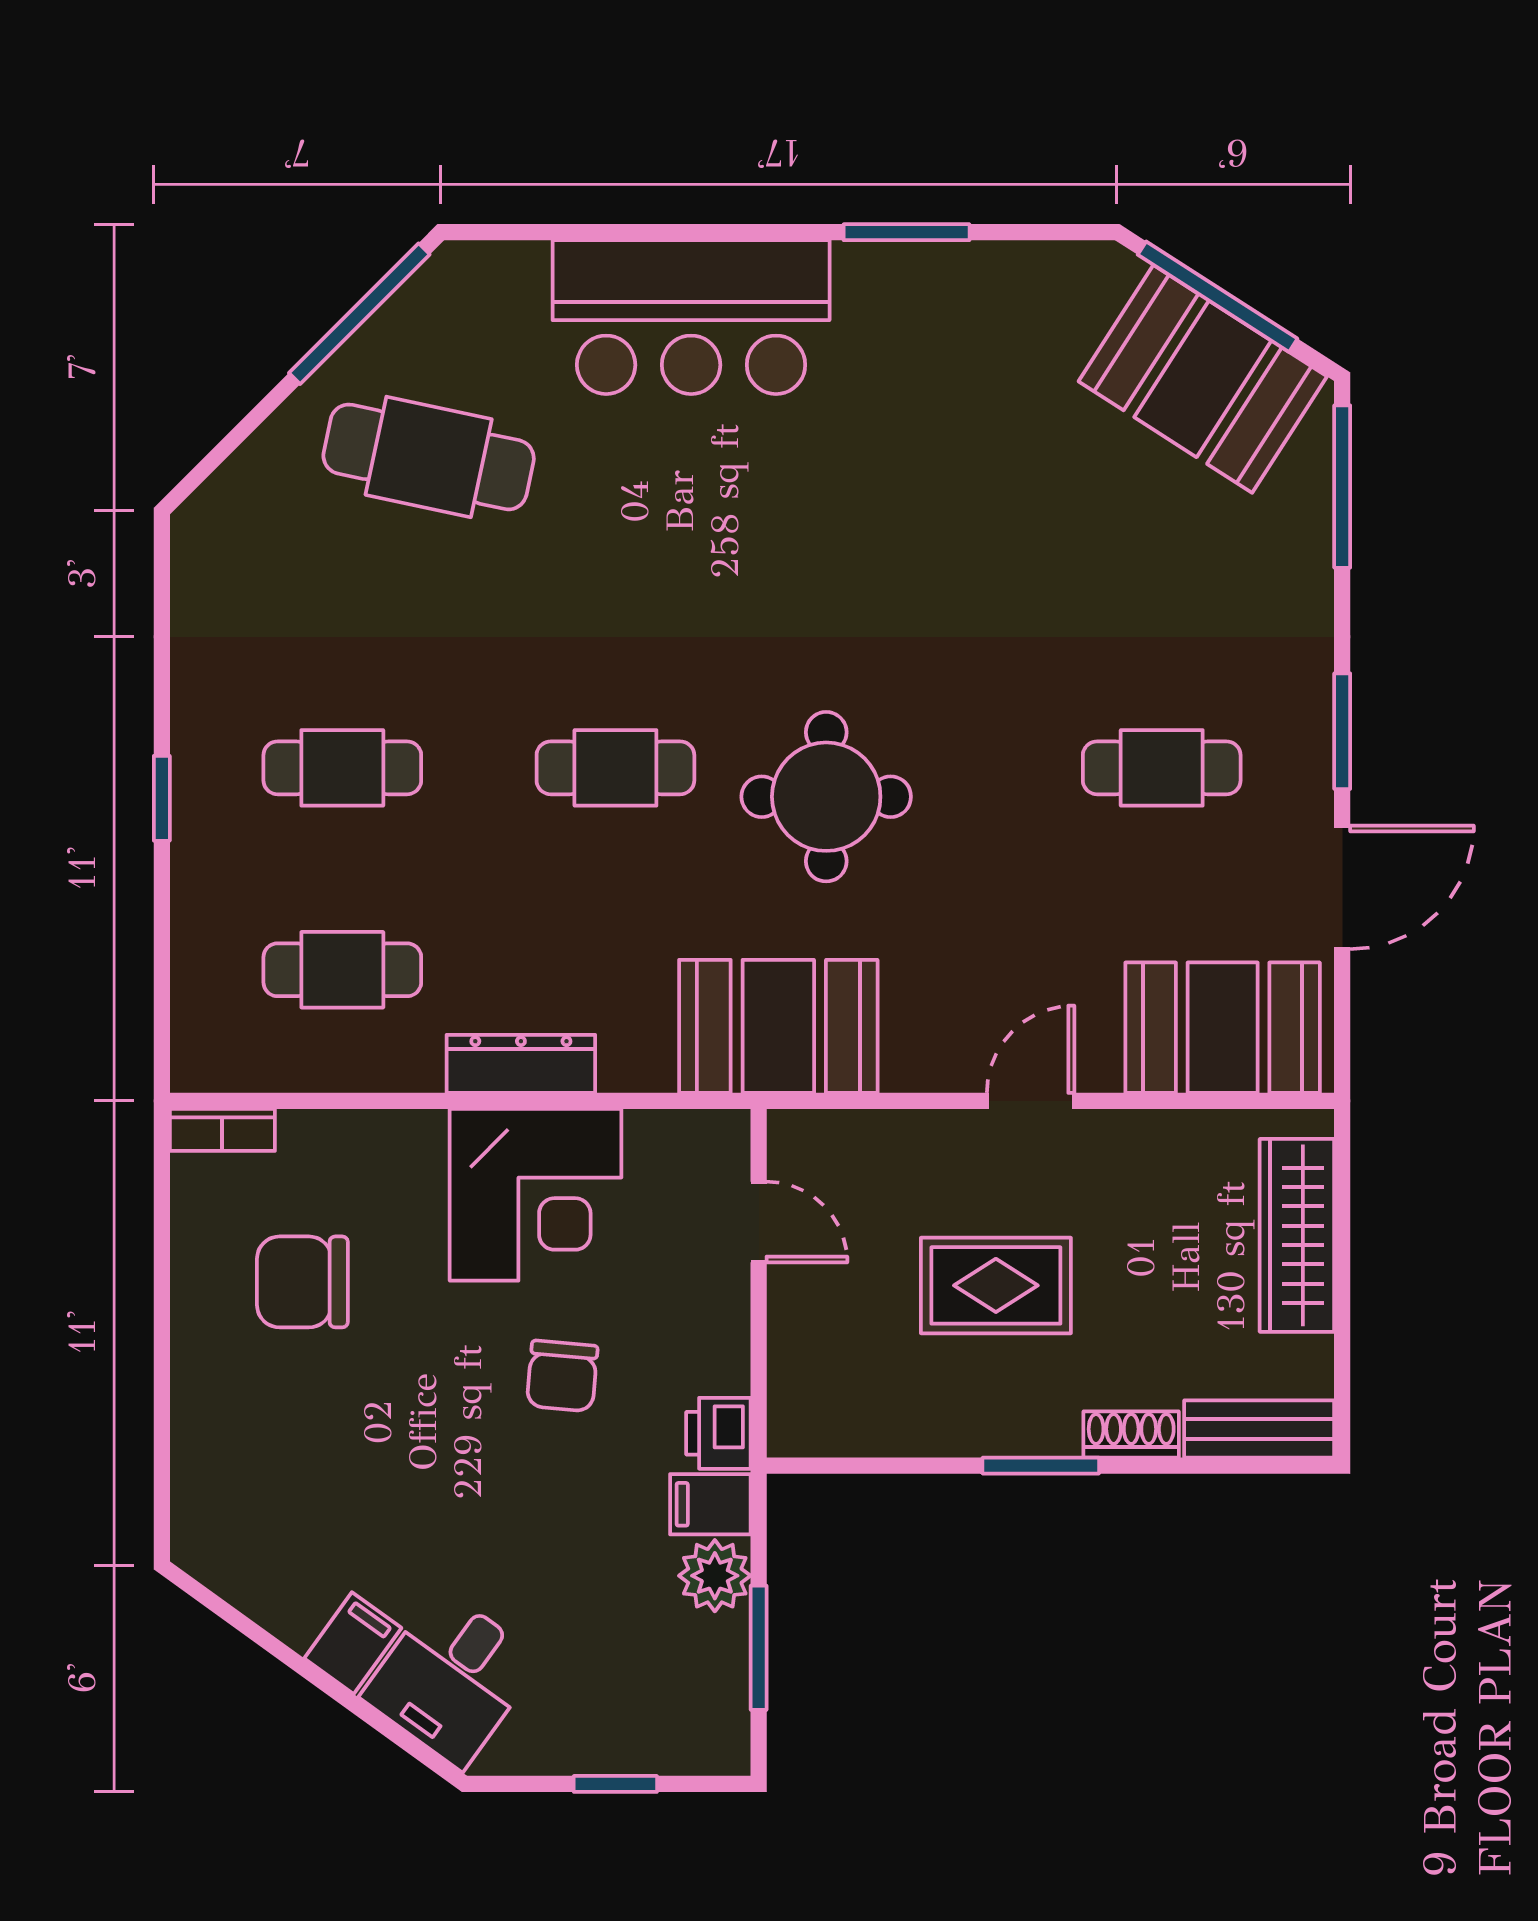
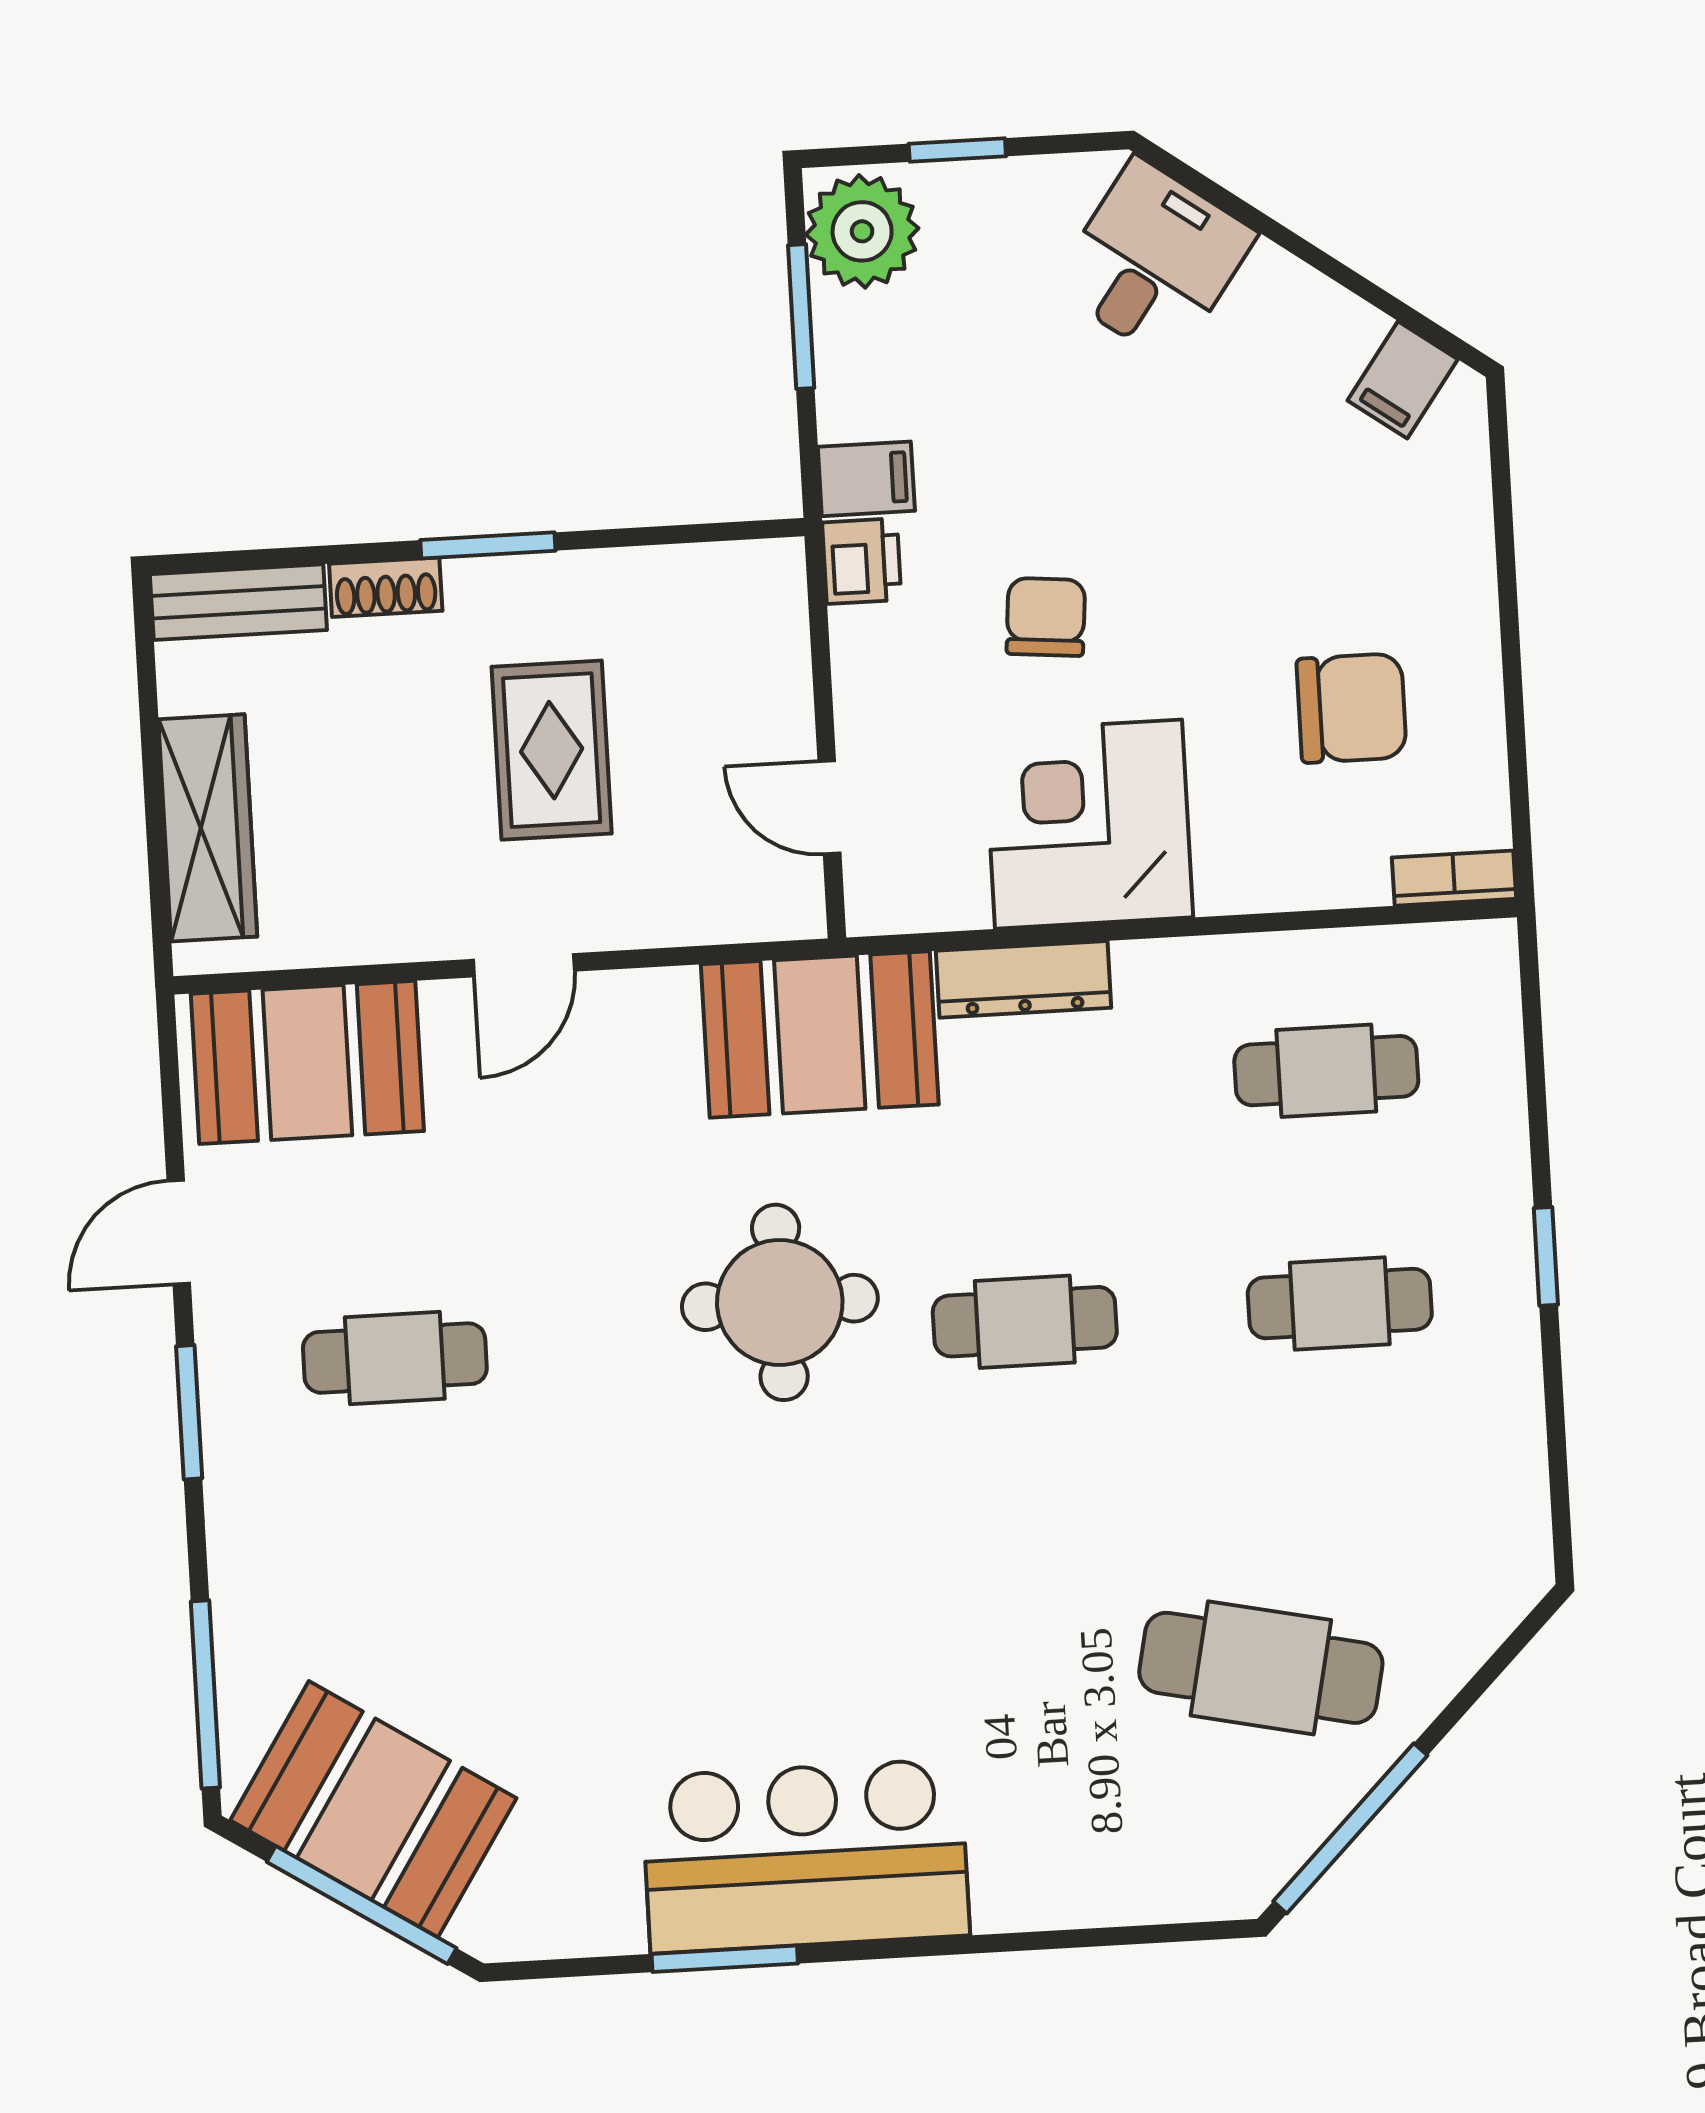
bar counter: (691, 317) -> (805, 1856), moved
door: (1342, 887) -> (179, 1232), width x0.73
dresser: (521, 1064) -> (1024, 979), moved
rug: (996, 1285) -> (552, 750), turned 90
plant: (715, 1576) -> (862, 231), moved, width x1.36, depth x1.36
filing cabinet: (353, 1643) -> (1403, 380), moved

